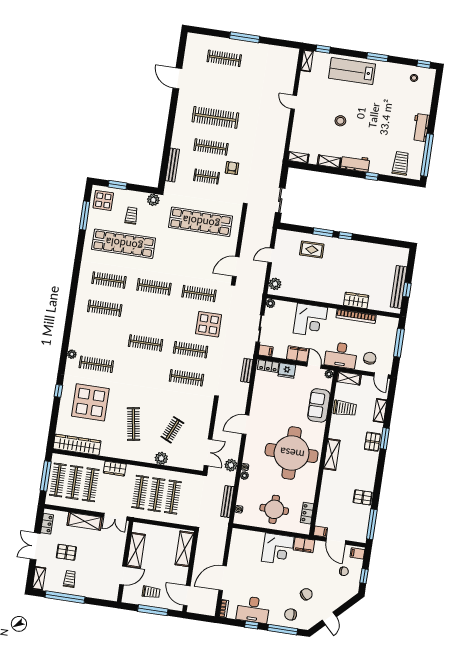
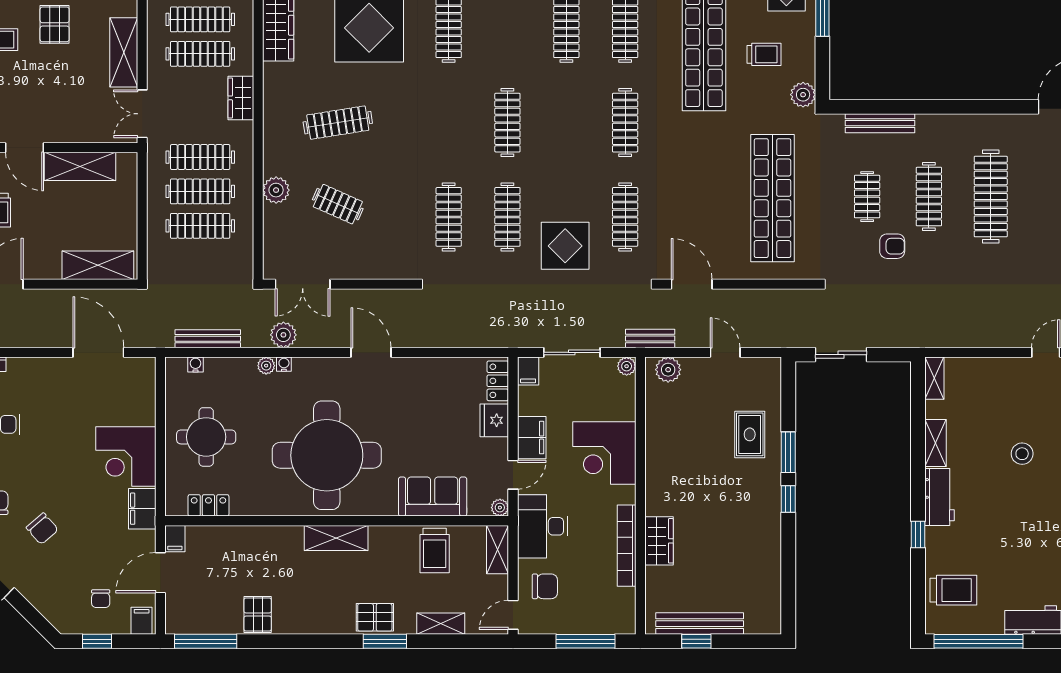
bench: (247, 370) -> (650, 338), moved
door: (223, 578) -> (98, 352), moved

